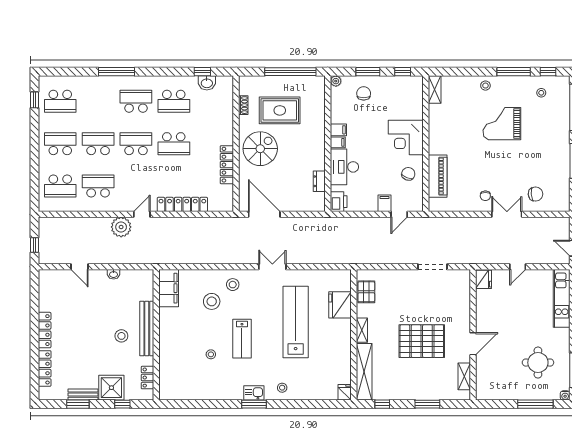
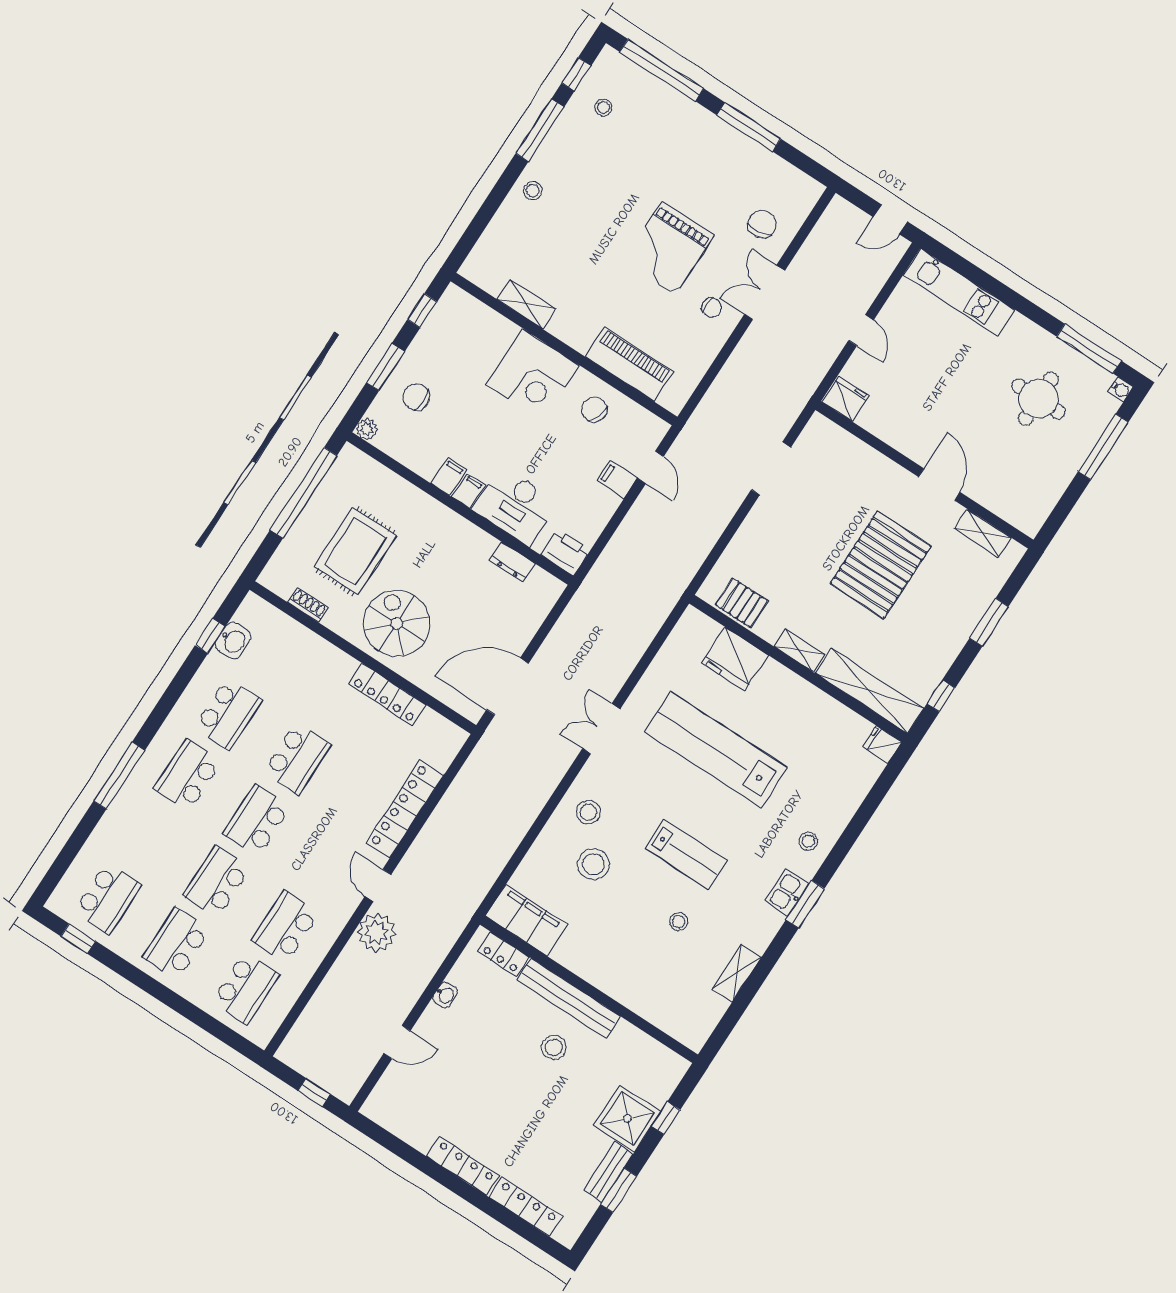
shelving: (435, 89) -> (527, 304), moved
grand piano: (502, 124) -> (668, 249), moved
locker: (148, 378) -> (504, 954), moved
shelving: (205, 394) -> (737, 973), added

